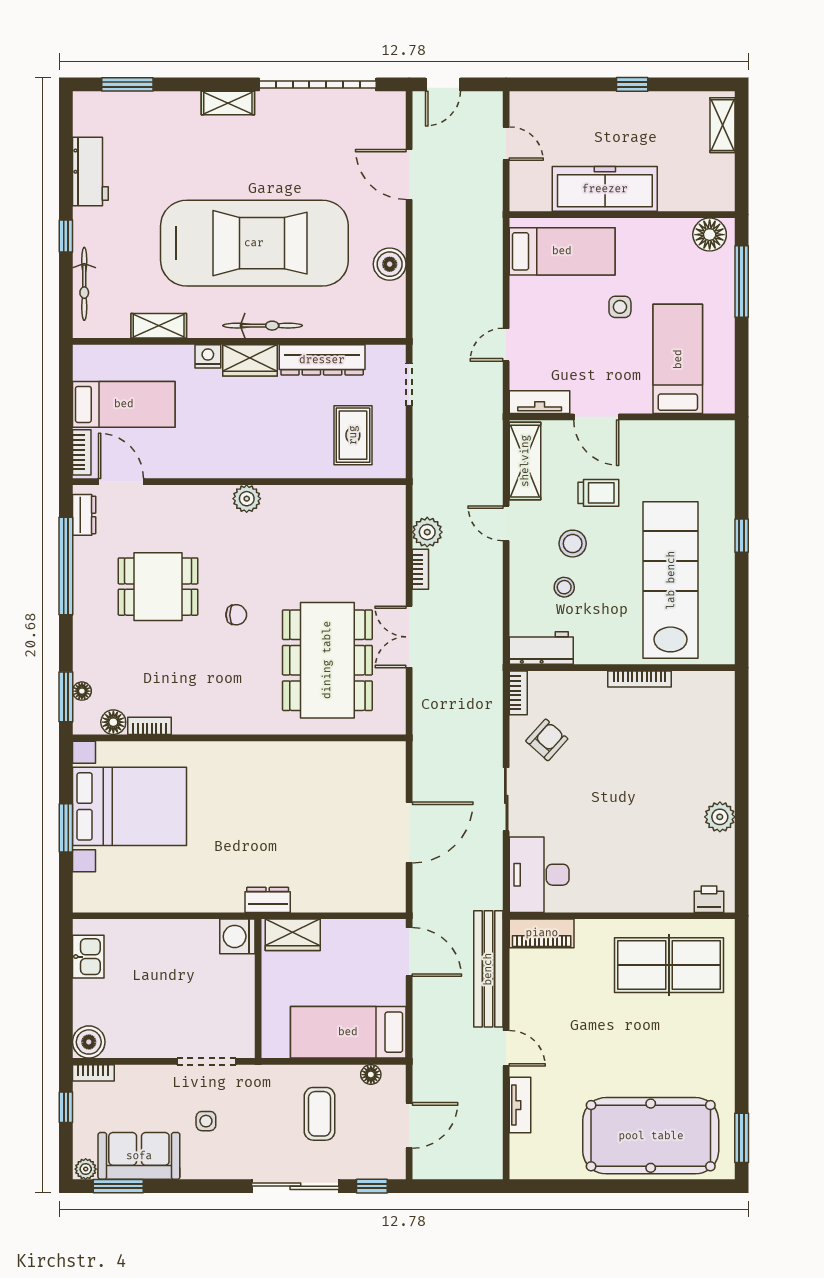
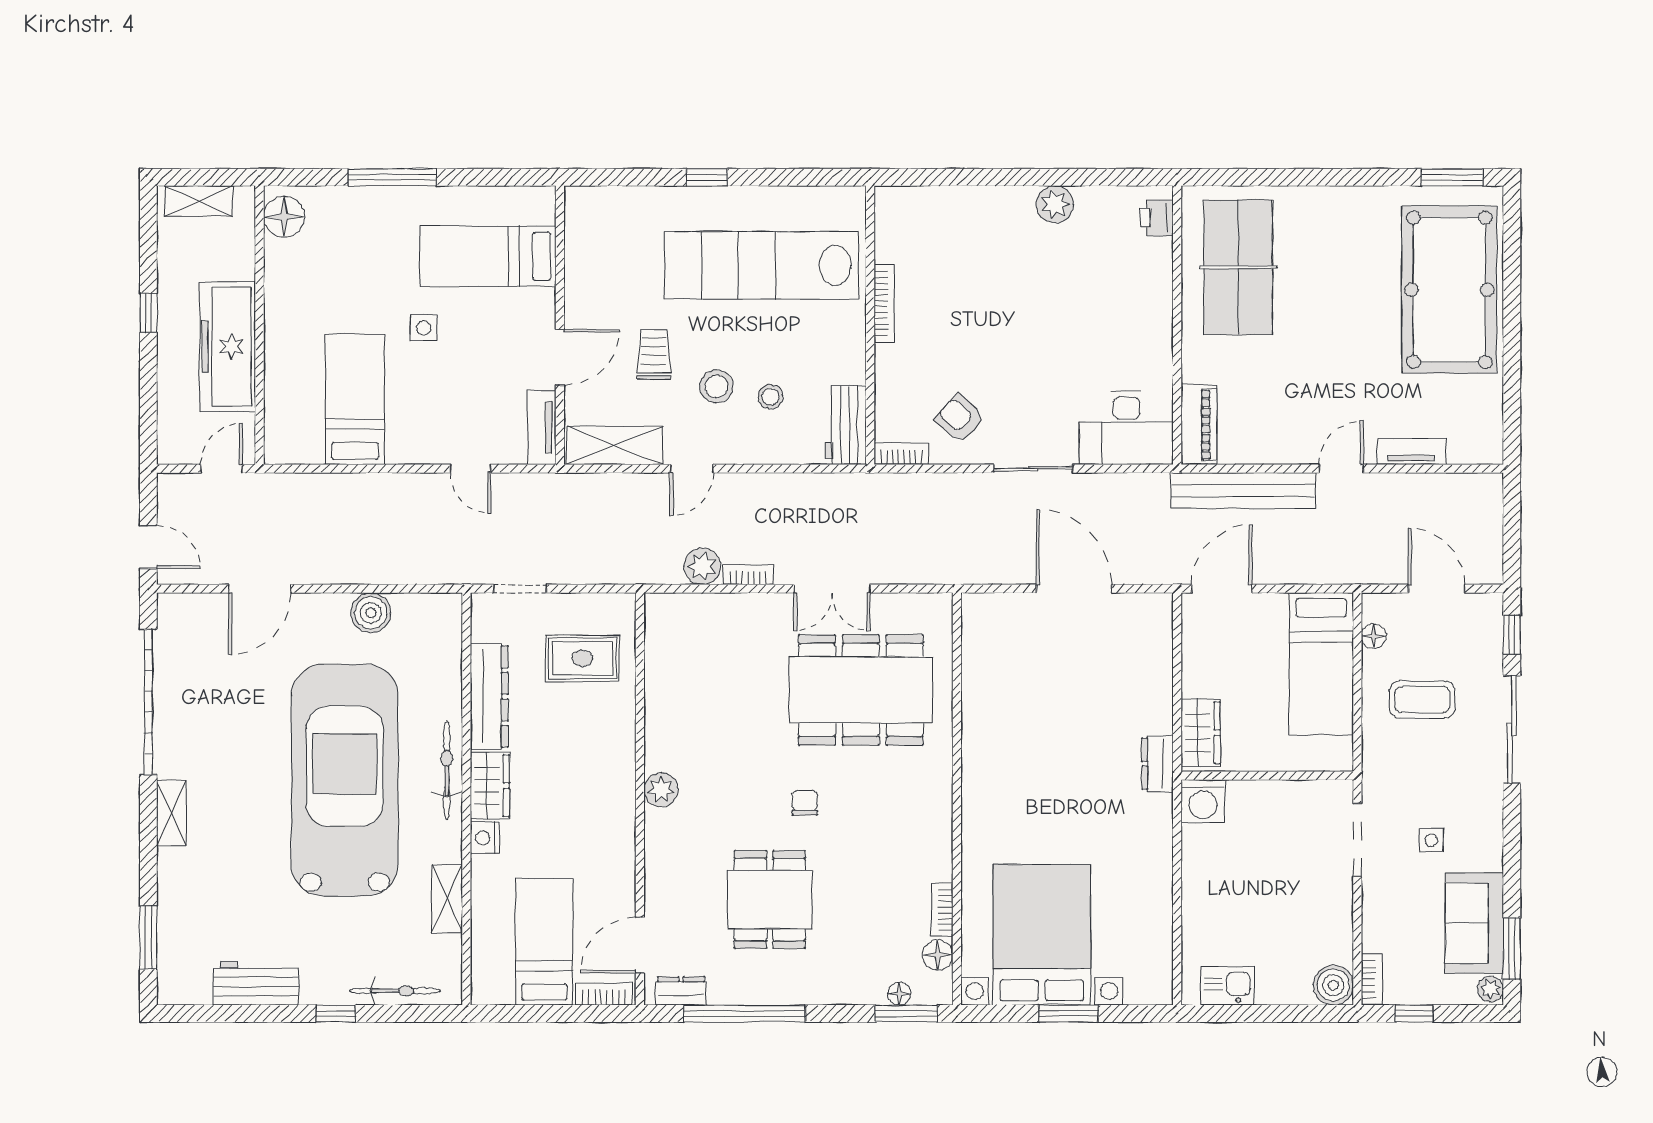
freezer: (605, 189) -> (228, 347), moved
wall: (622, 215) -> (259, 325), moved
floor lamp: (710, 235) -> (284, 217), moved

